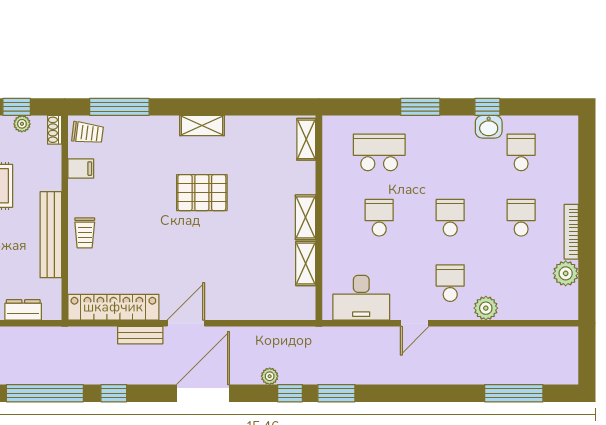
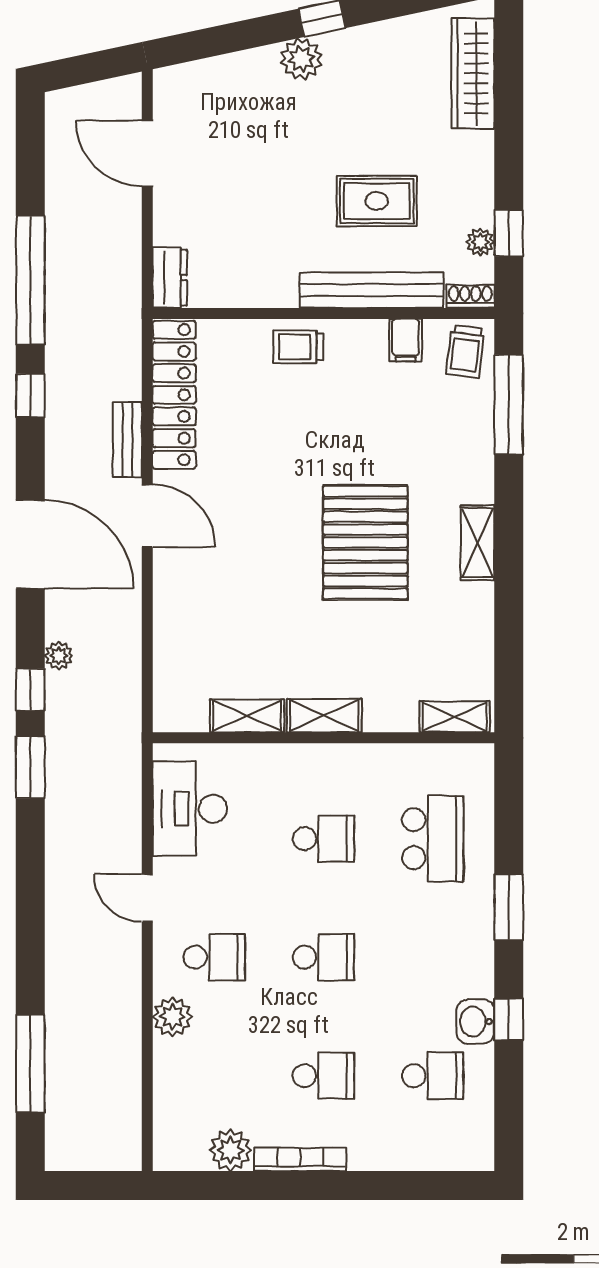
pallet: (202, 193) -> (365, 542), width x1.37, depth x1.41
bench: (51, 235) -> (372, 290), moved
dresser: (23, 310) -> (170, 278), moved

